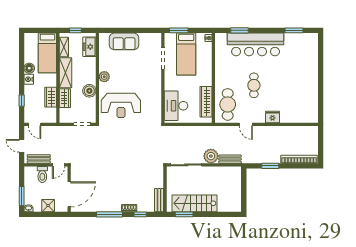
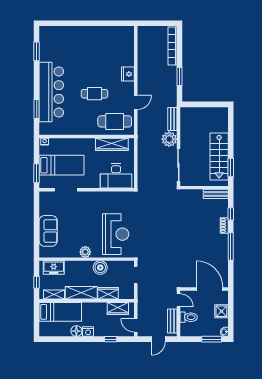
wardrobe: (51, 97) -> (118, 309), moved
door: (35, 124) -> (136, 325), swing flipped

